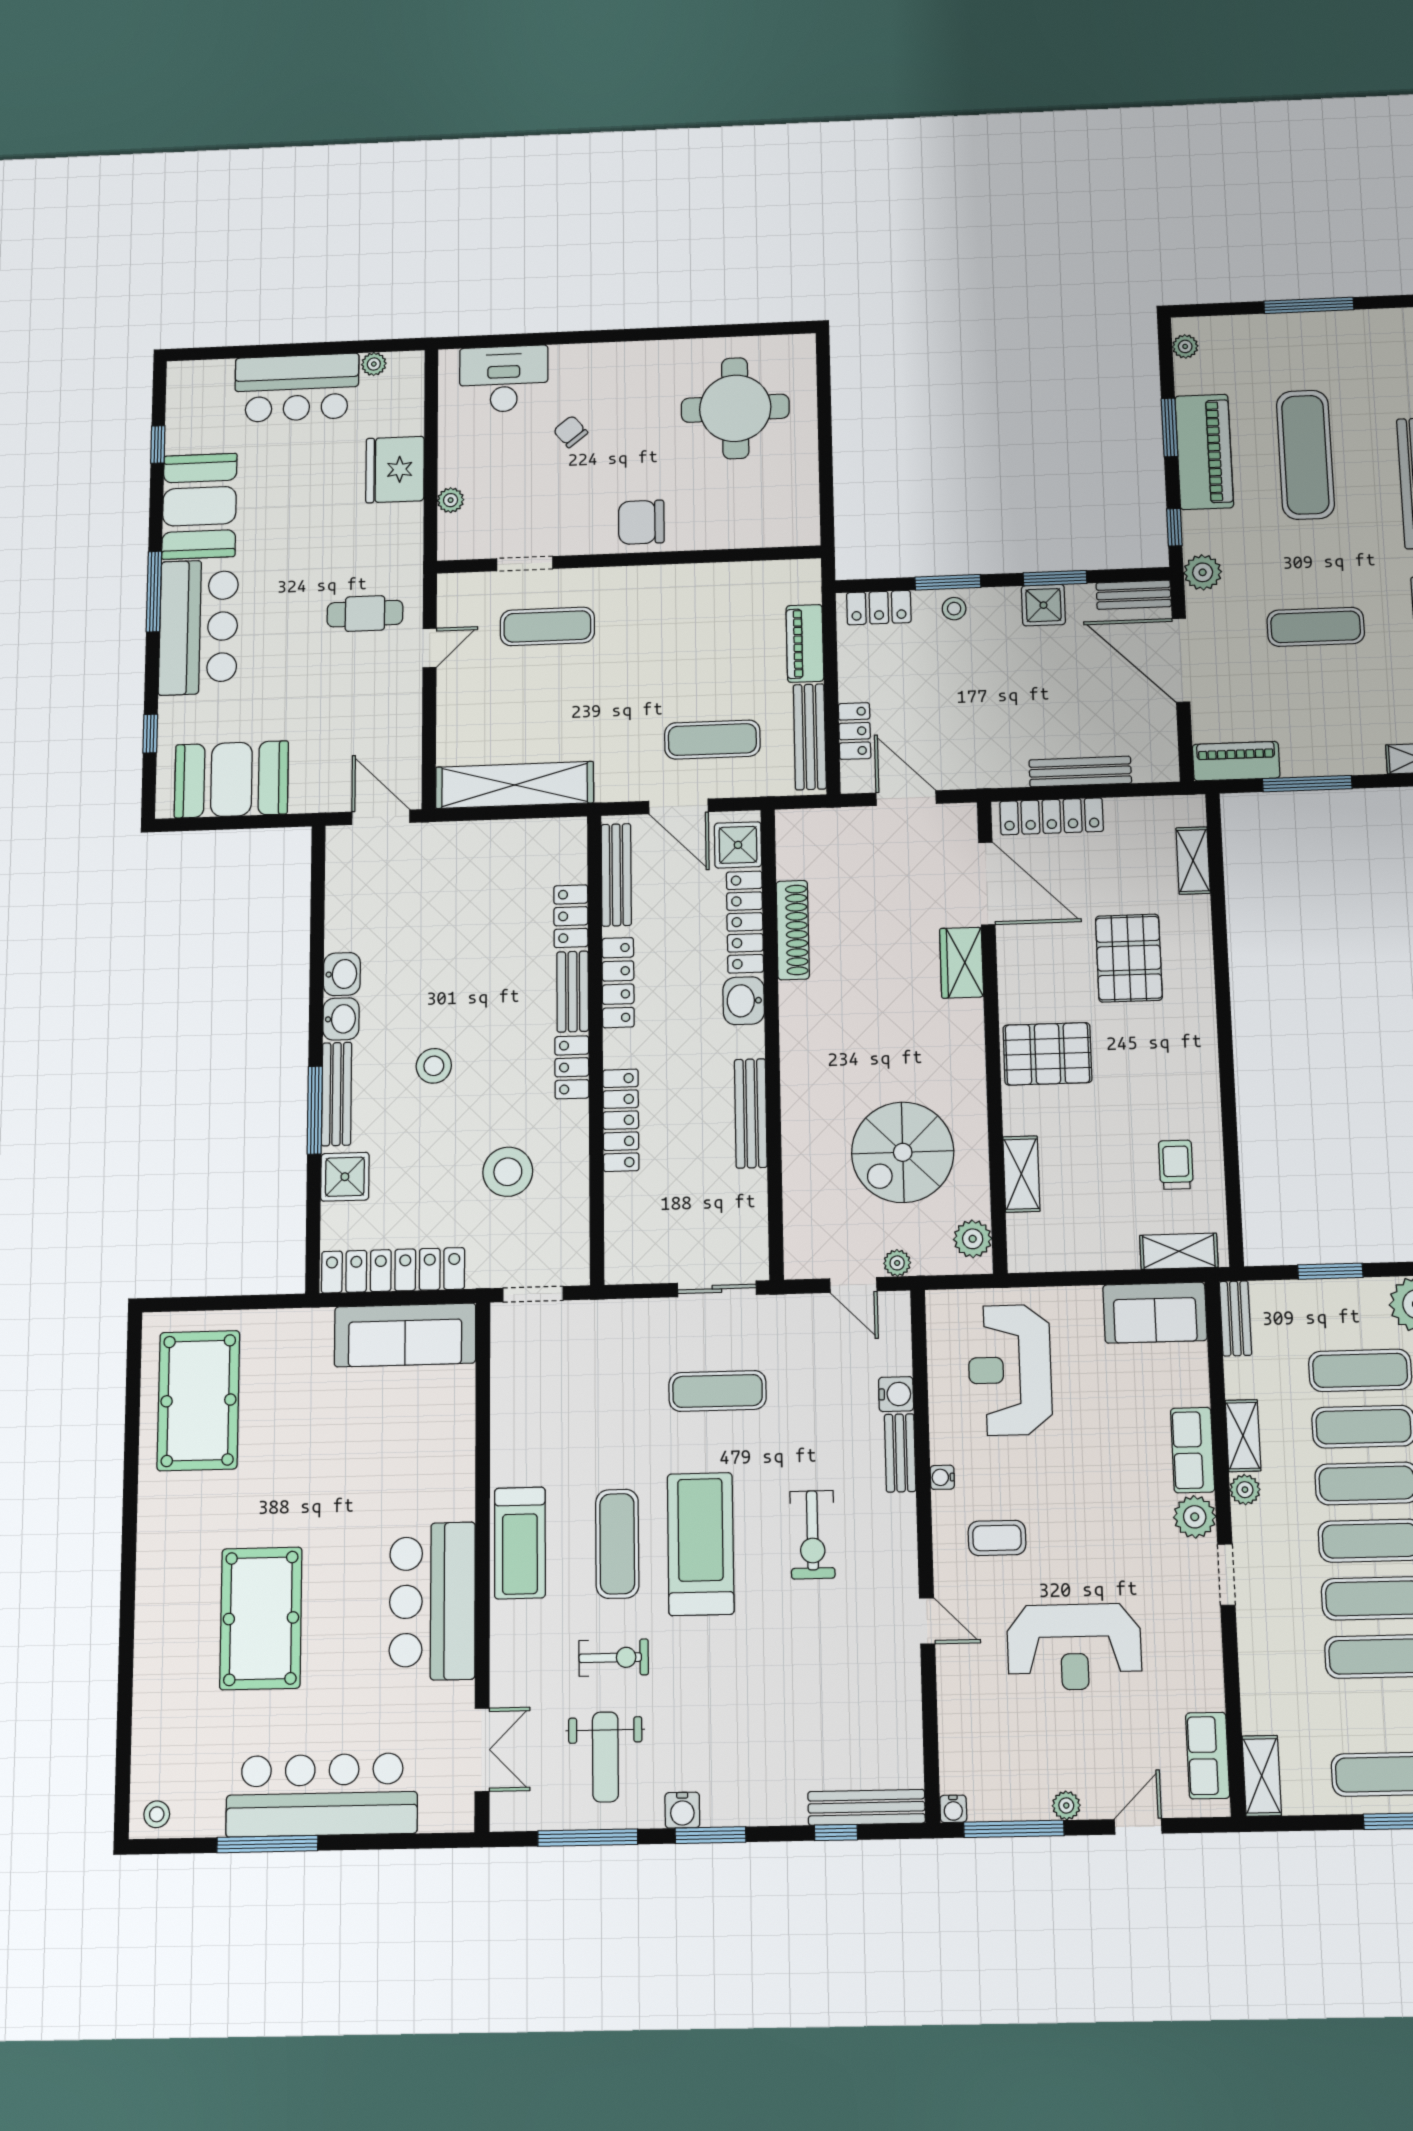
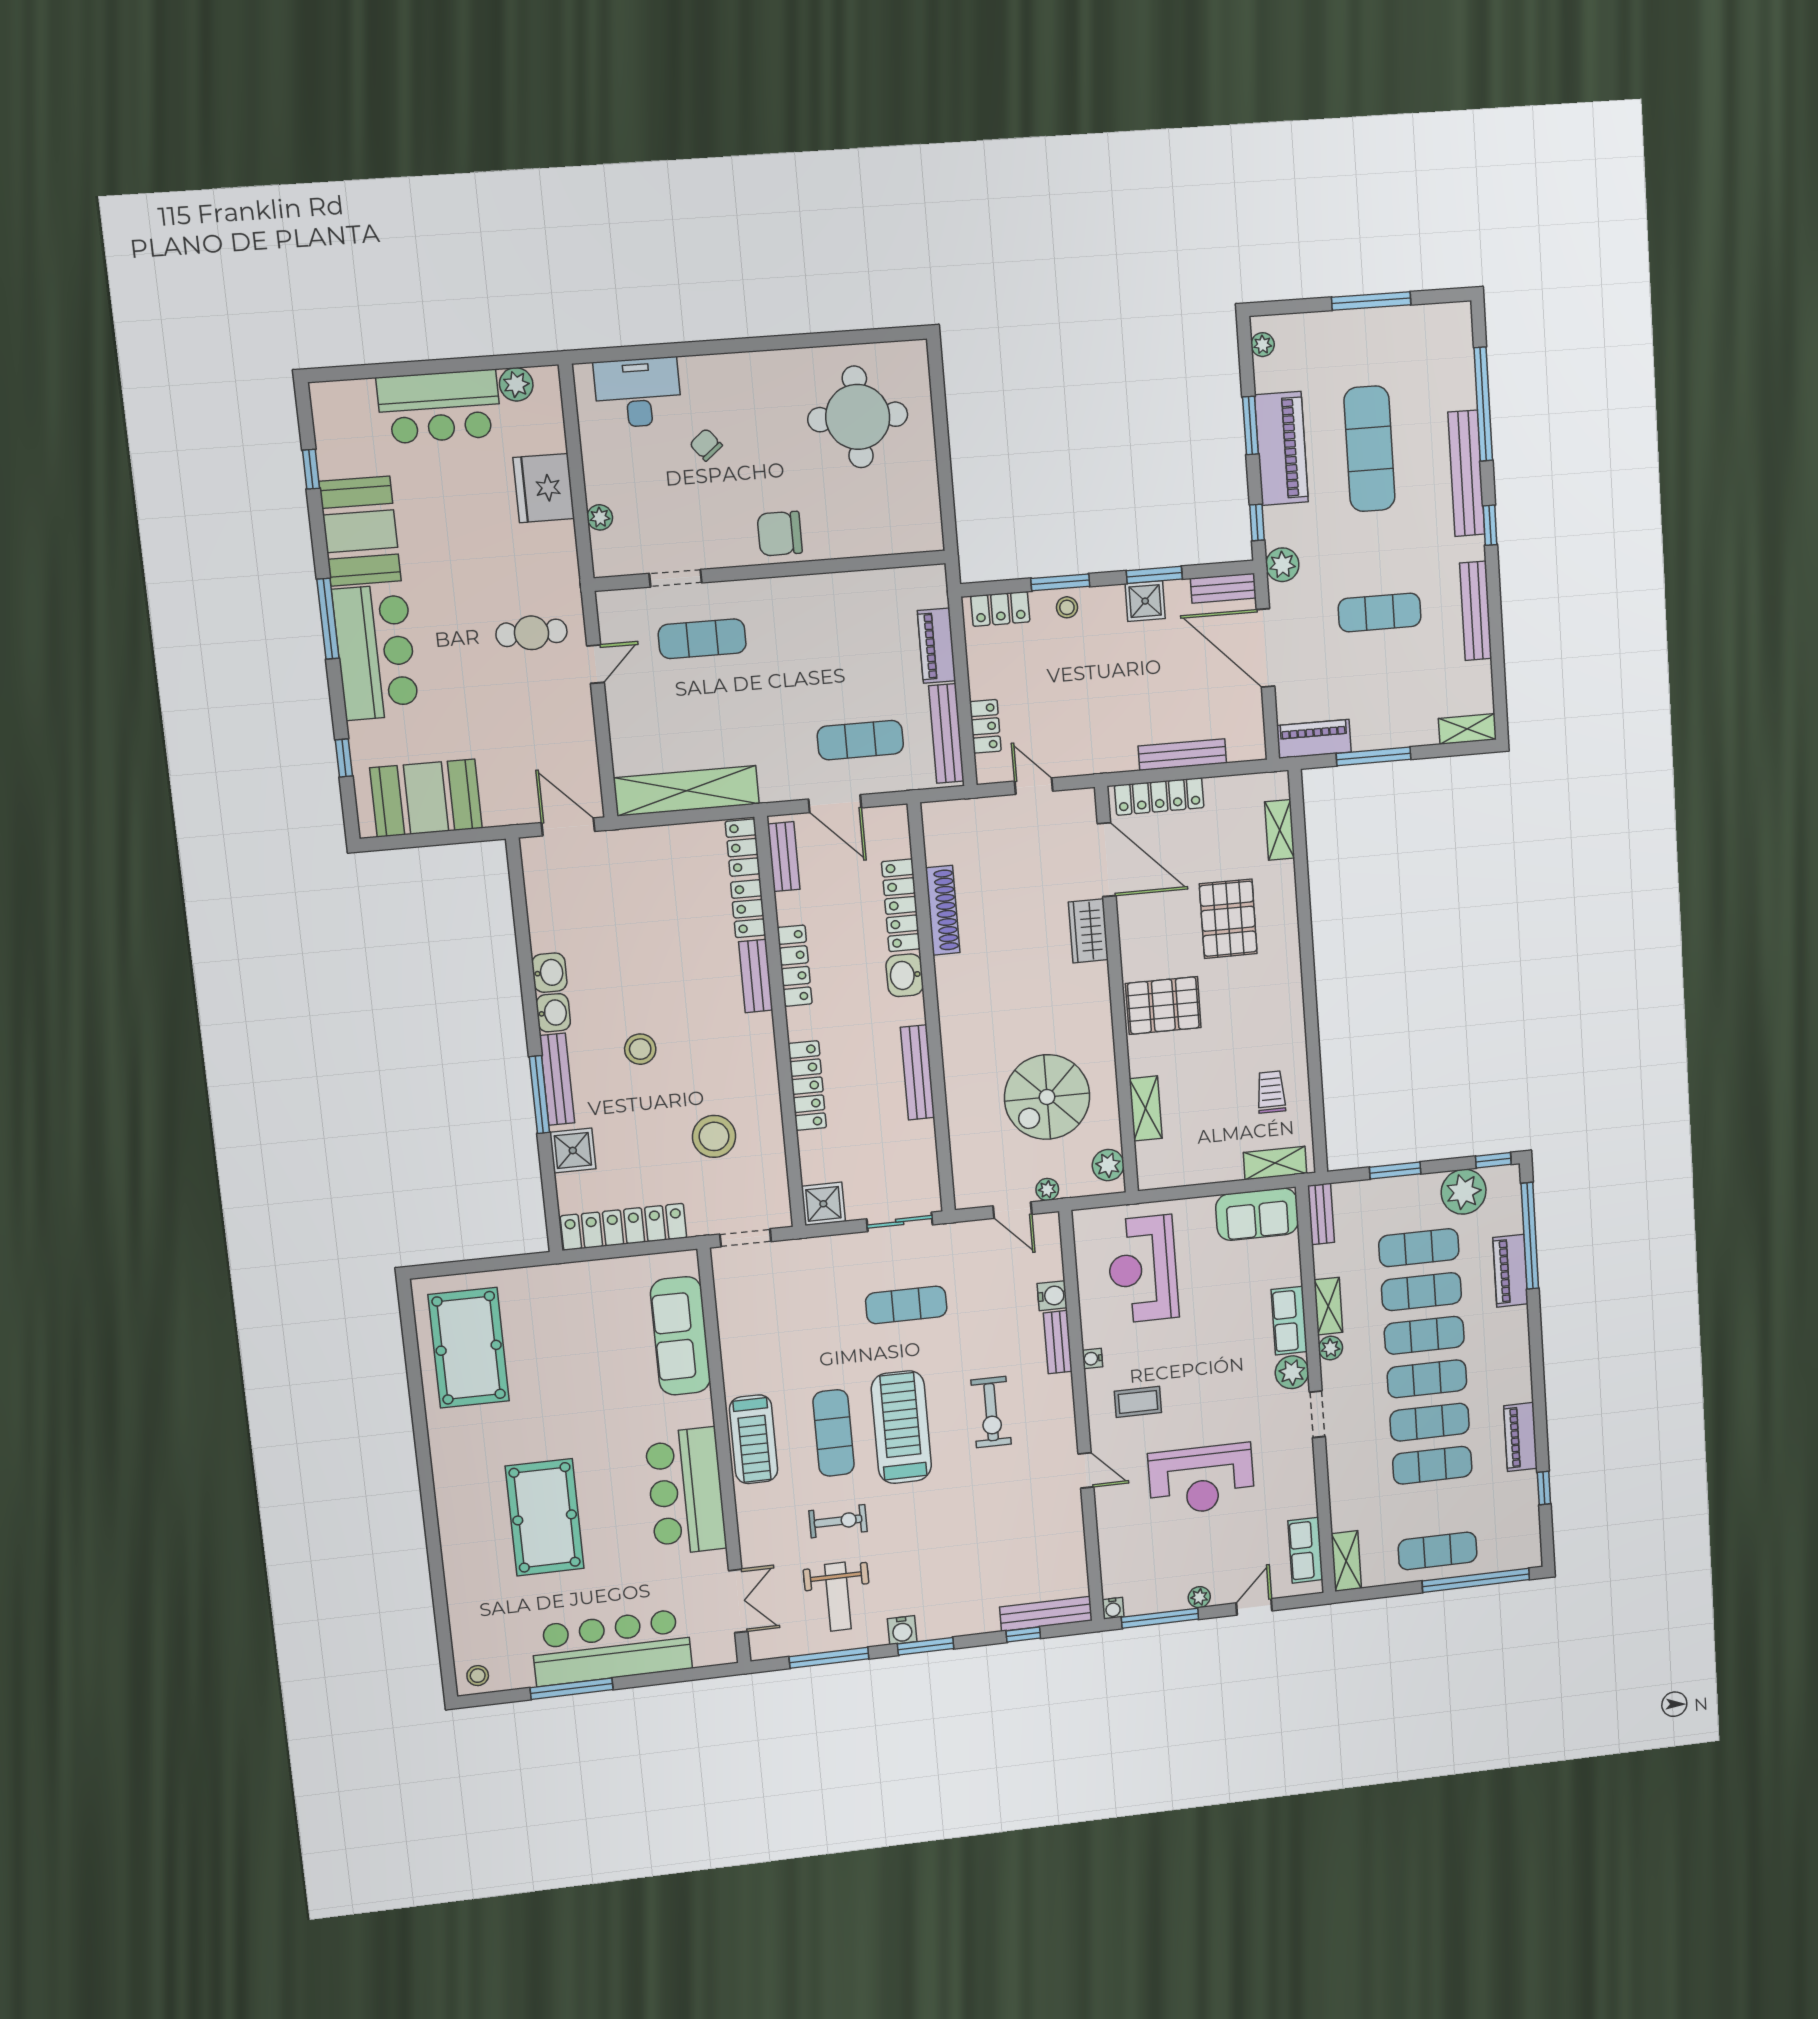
plant: (374, 364) -> (516, 384), width x1.38, depth x1.38
door: (906, 798) -> (1034, 786), width x0.73
shower: (738, 845) -> (823, 1204), moved
bench: (616, 875) -> (784, 857), width x0.73
locker: (572, 1067) -> (743, 848), moved
sofa: (405, 1335) -> (680, 1336), moved, turned 90

